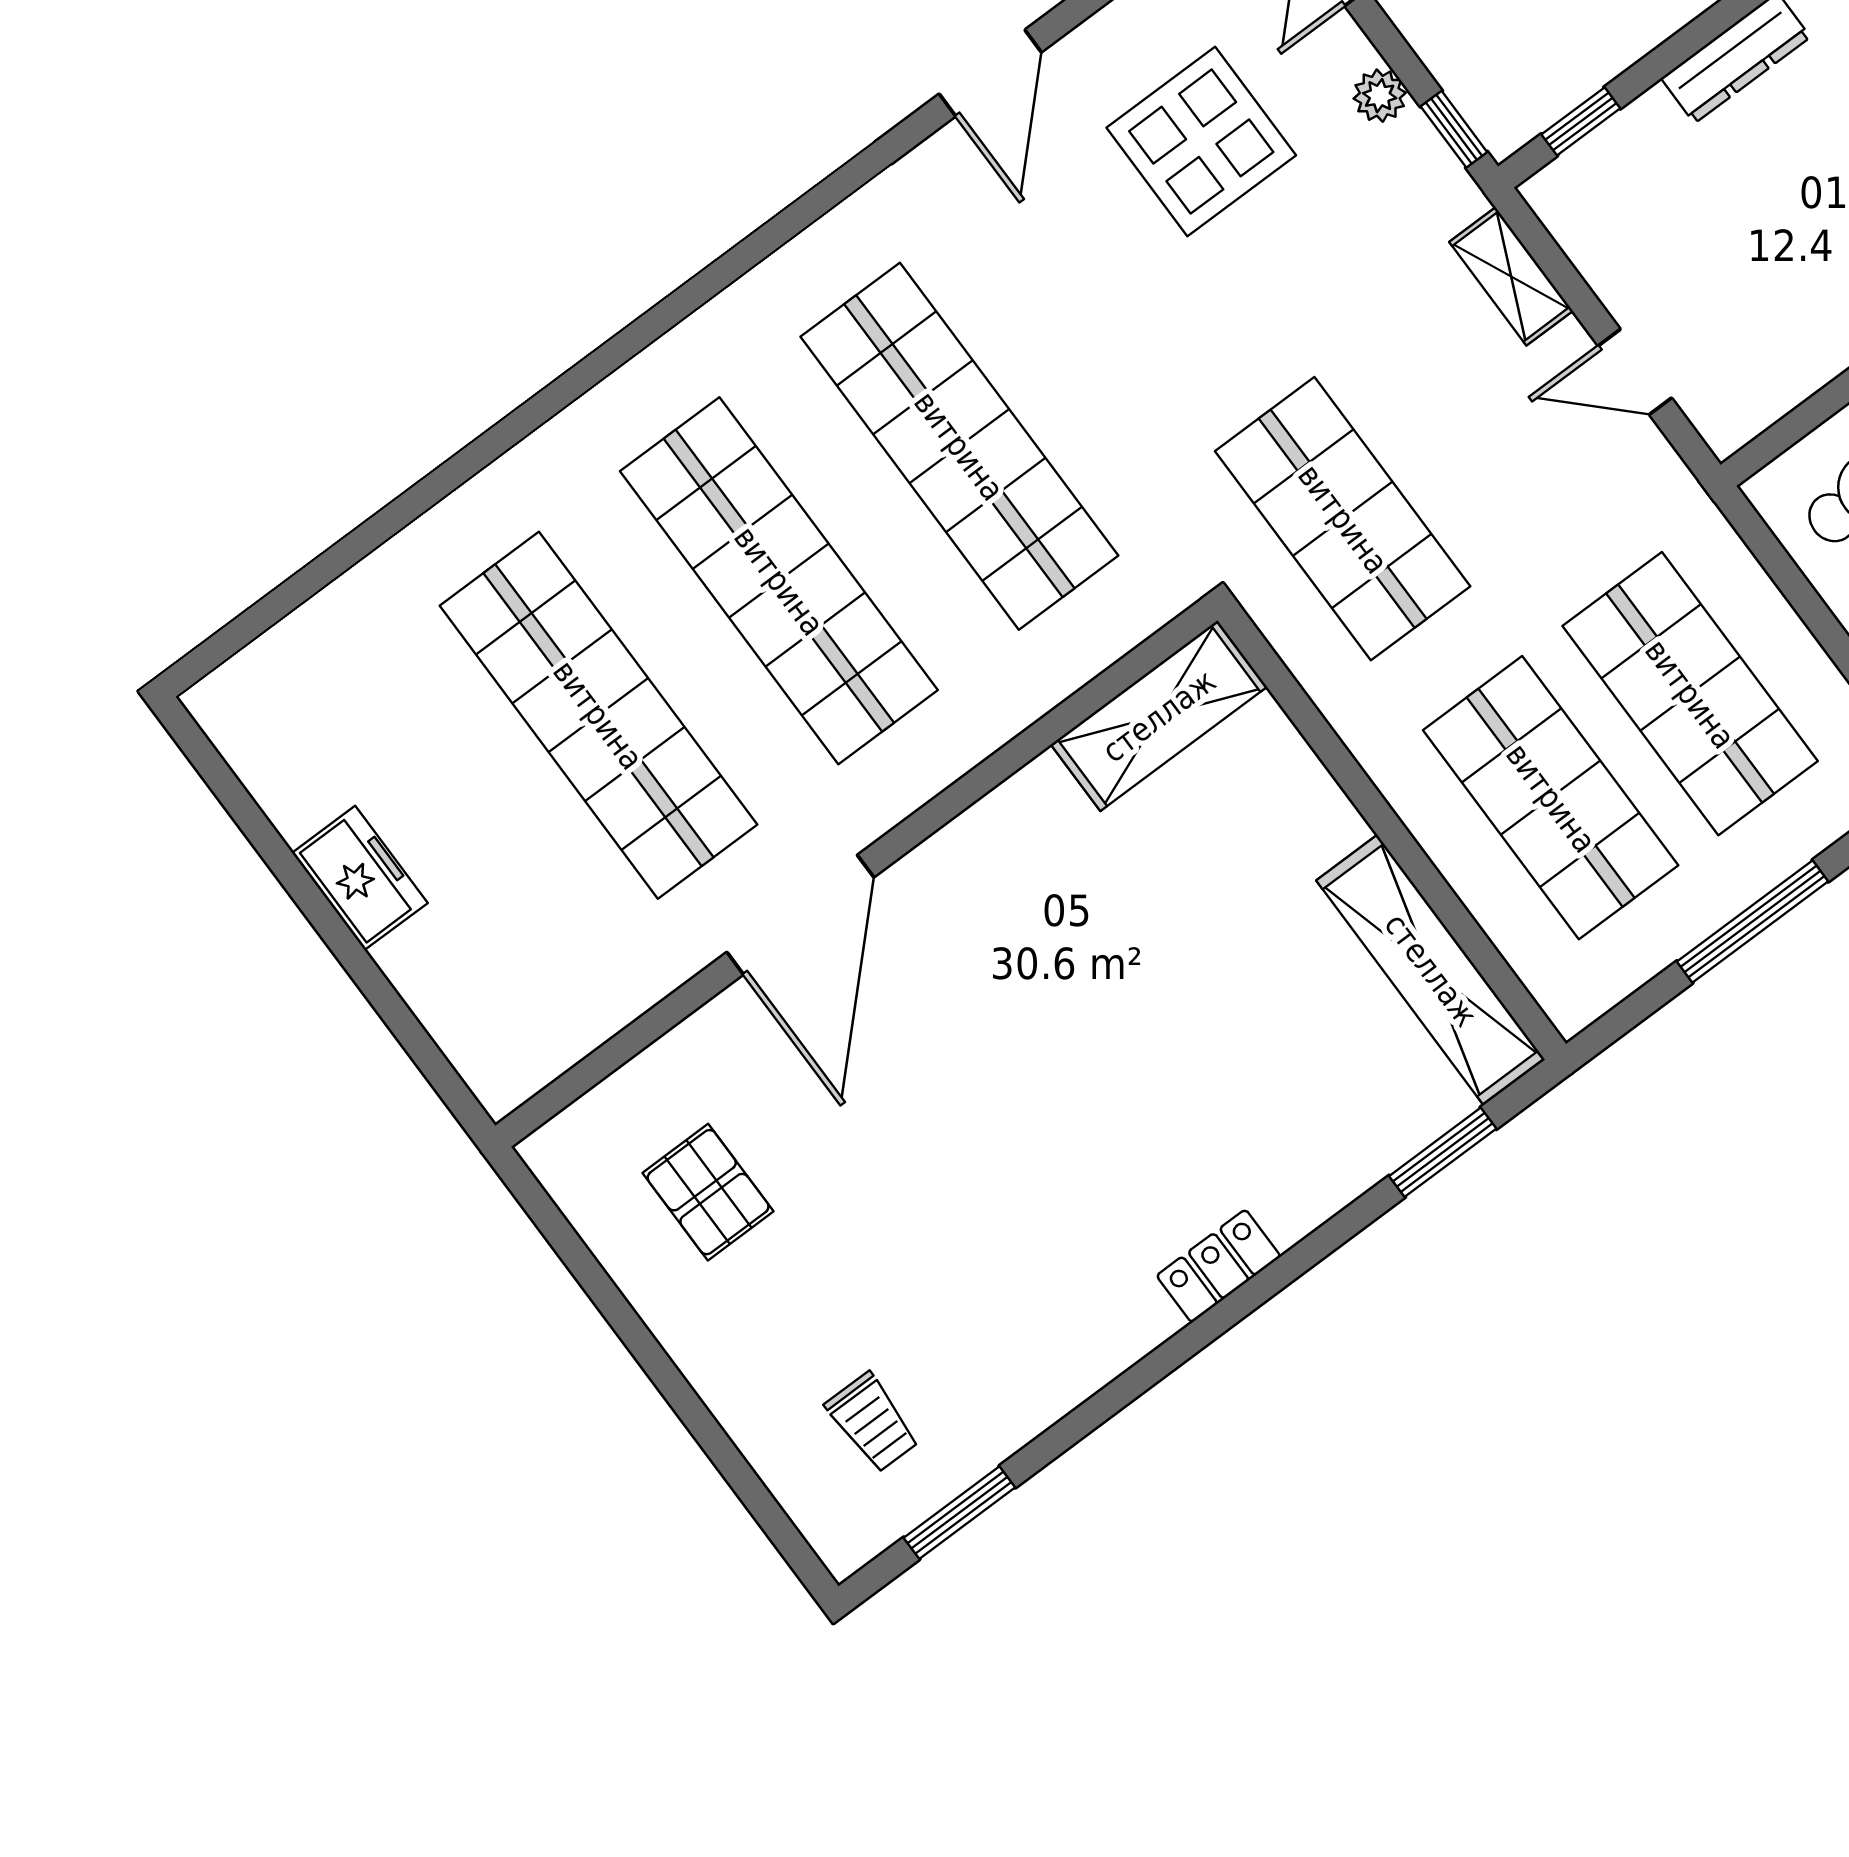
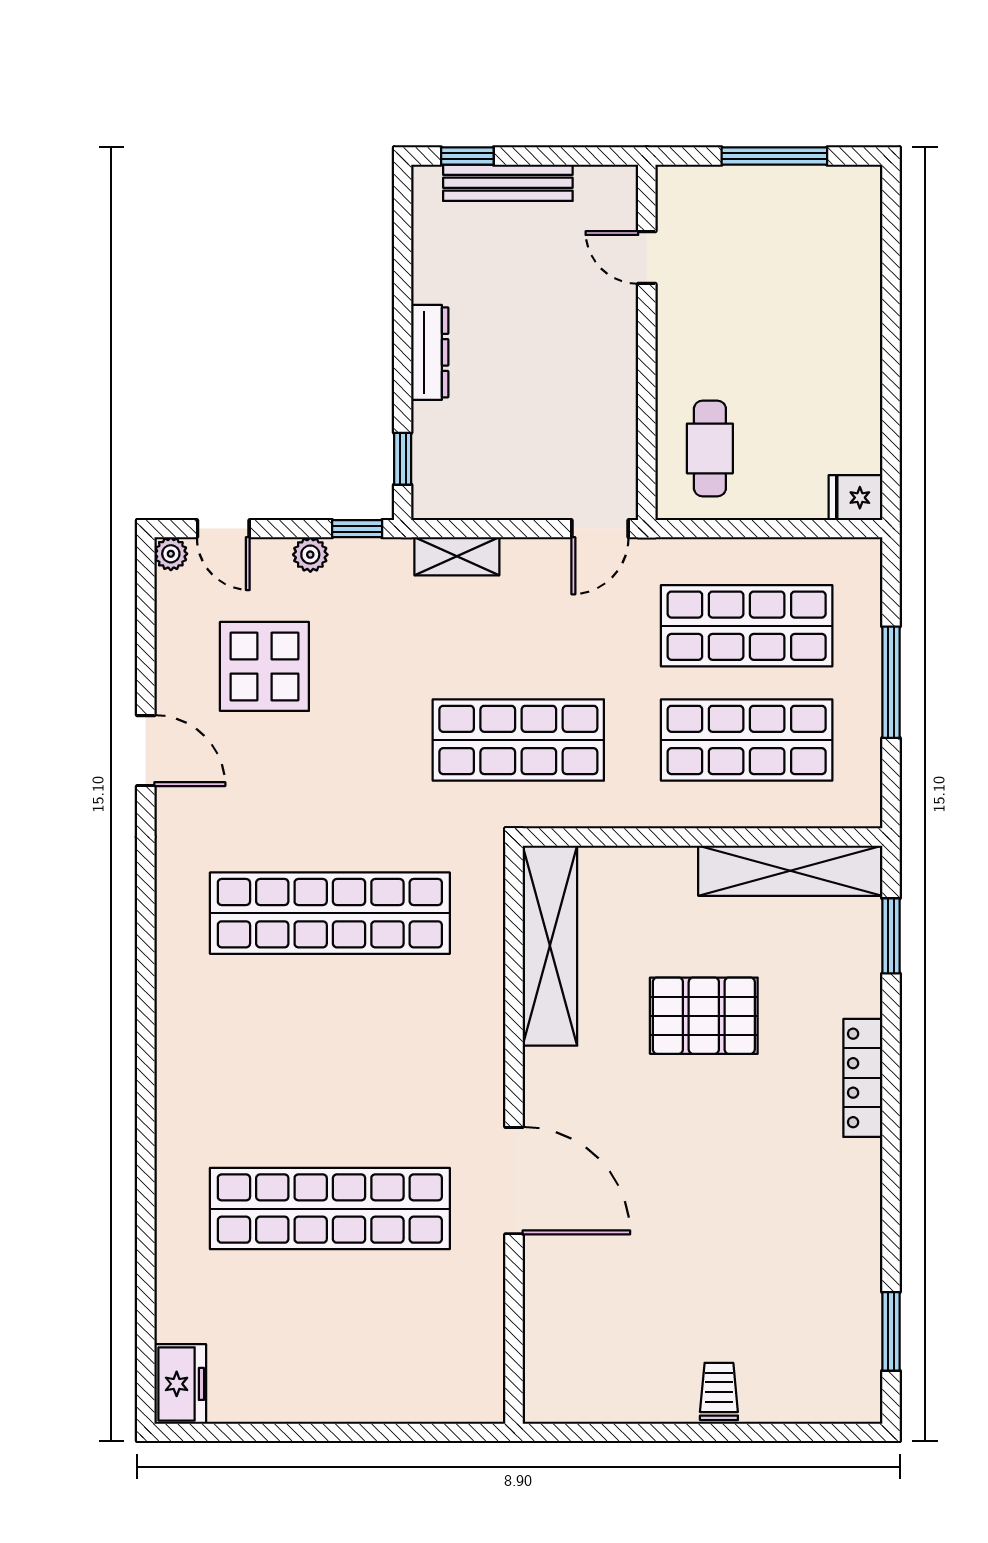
door: (1635, 372) -> (600, 529), moved
shop shelf: (779, 581) -> (330, 1061), removed
shelving: (1159, 716) -> (550, 946), width x1.47
freezer: (360, 878) -> (180, 1384), moved, turned 90
pallet: (708, 1192) -> (704, 1016), moved, width x1.50, depth x1.42
locker: (1219, 1266) -> (863, 1078), width x1.53
trolley: (872, 1422) -> (719, 1391), moved, turned -90

